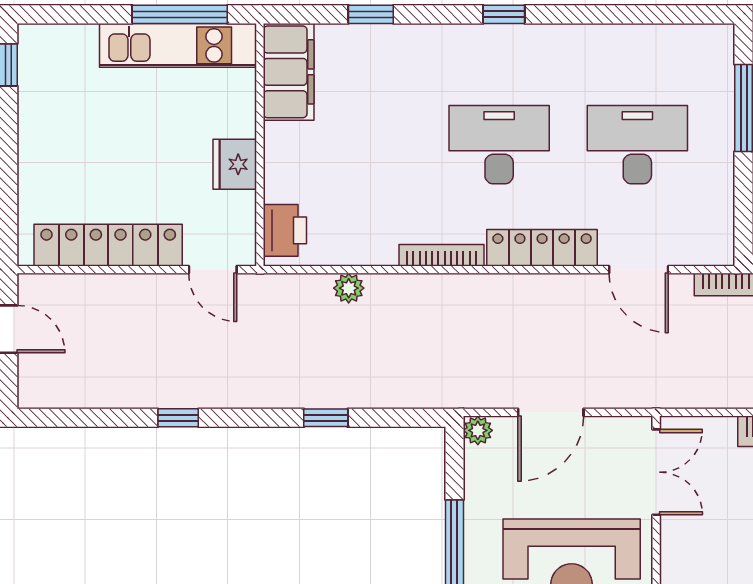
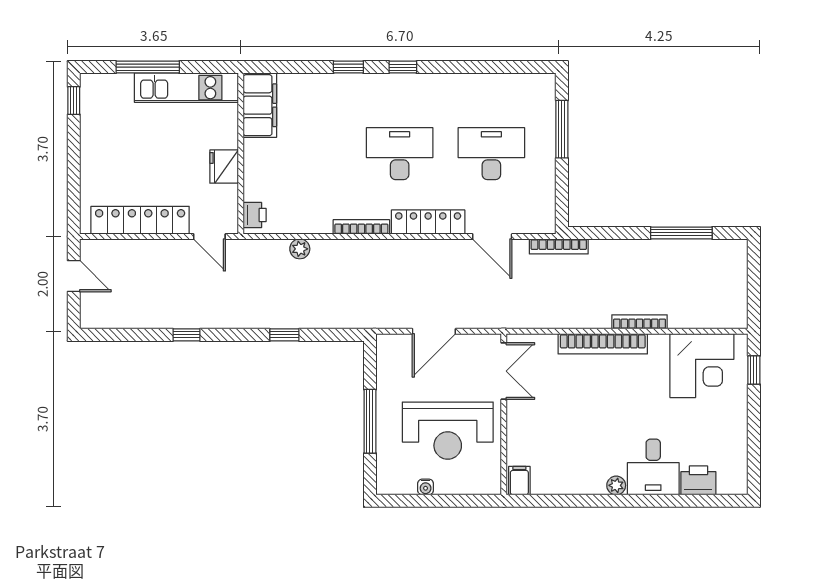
window: (180, 14) -> (148, 67), moved
window: (371, 14) -> (348, 67), moved
printer: (285, 230) -> (255, 215), width x0.73, depth x0.81
plant: (478, 430) -> (385, 343), removed

